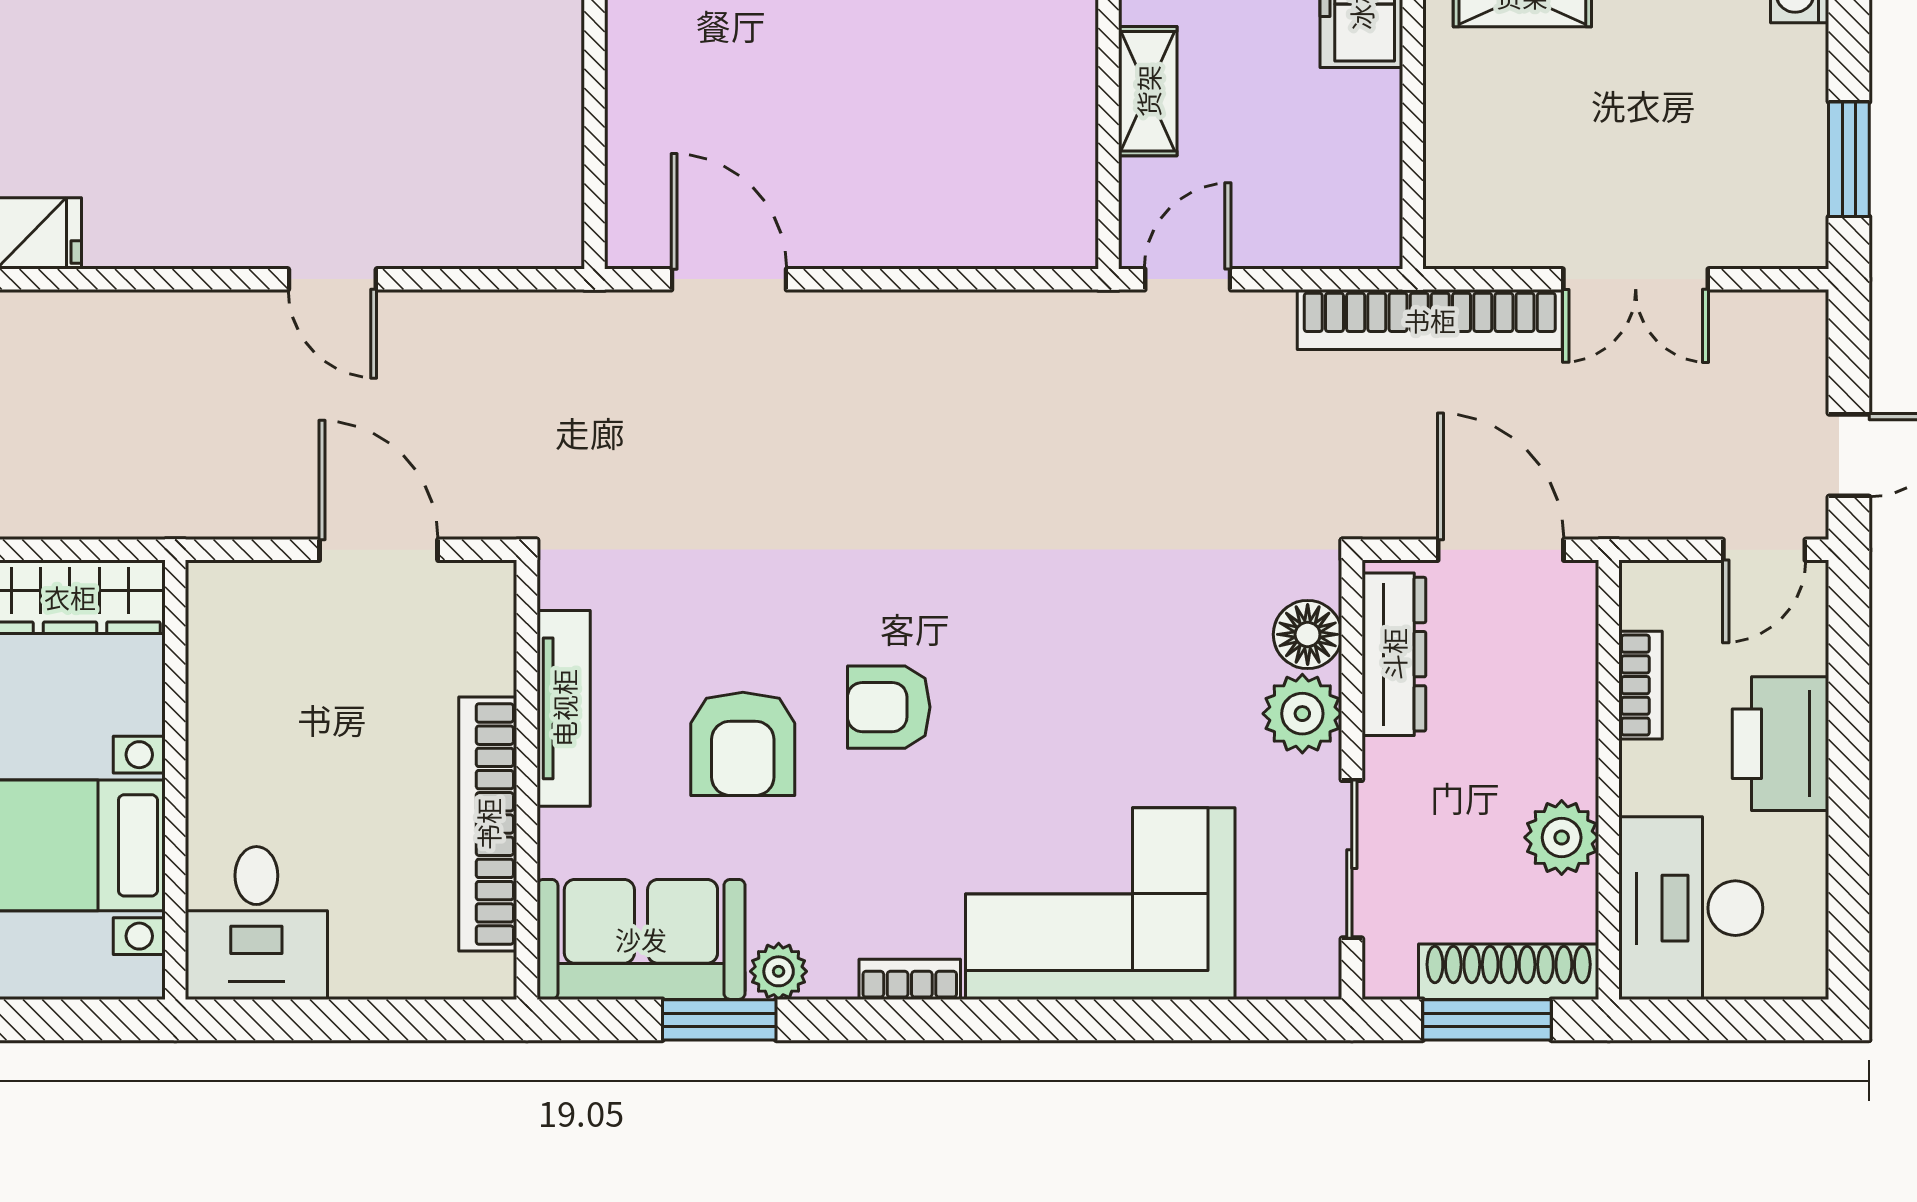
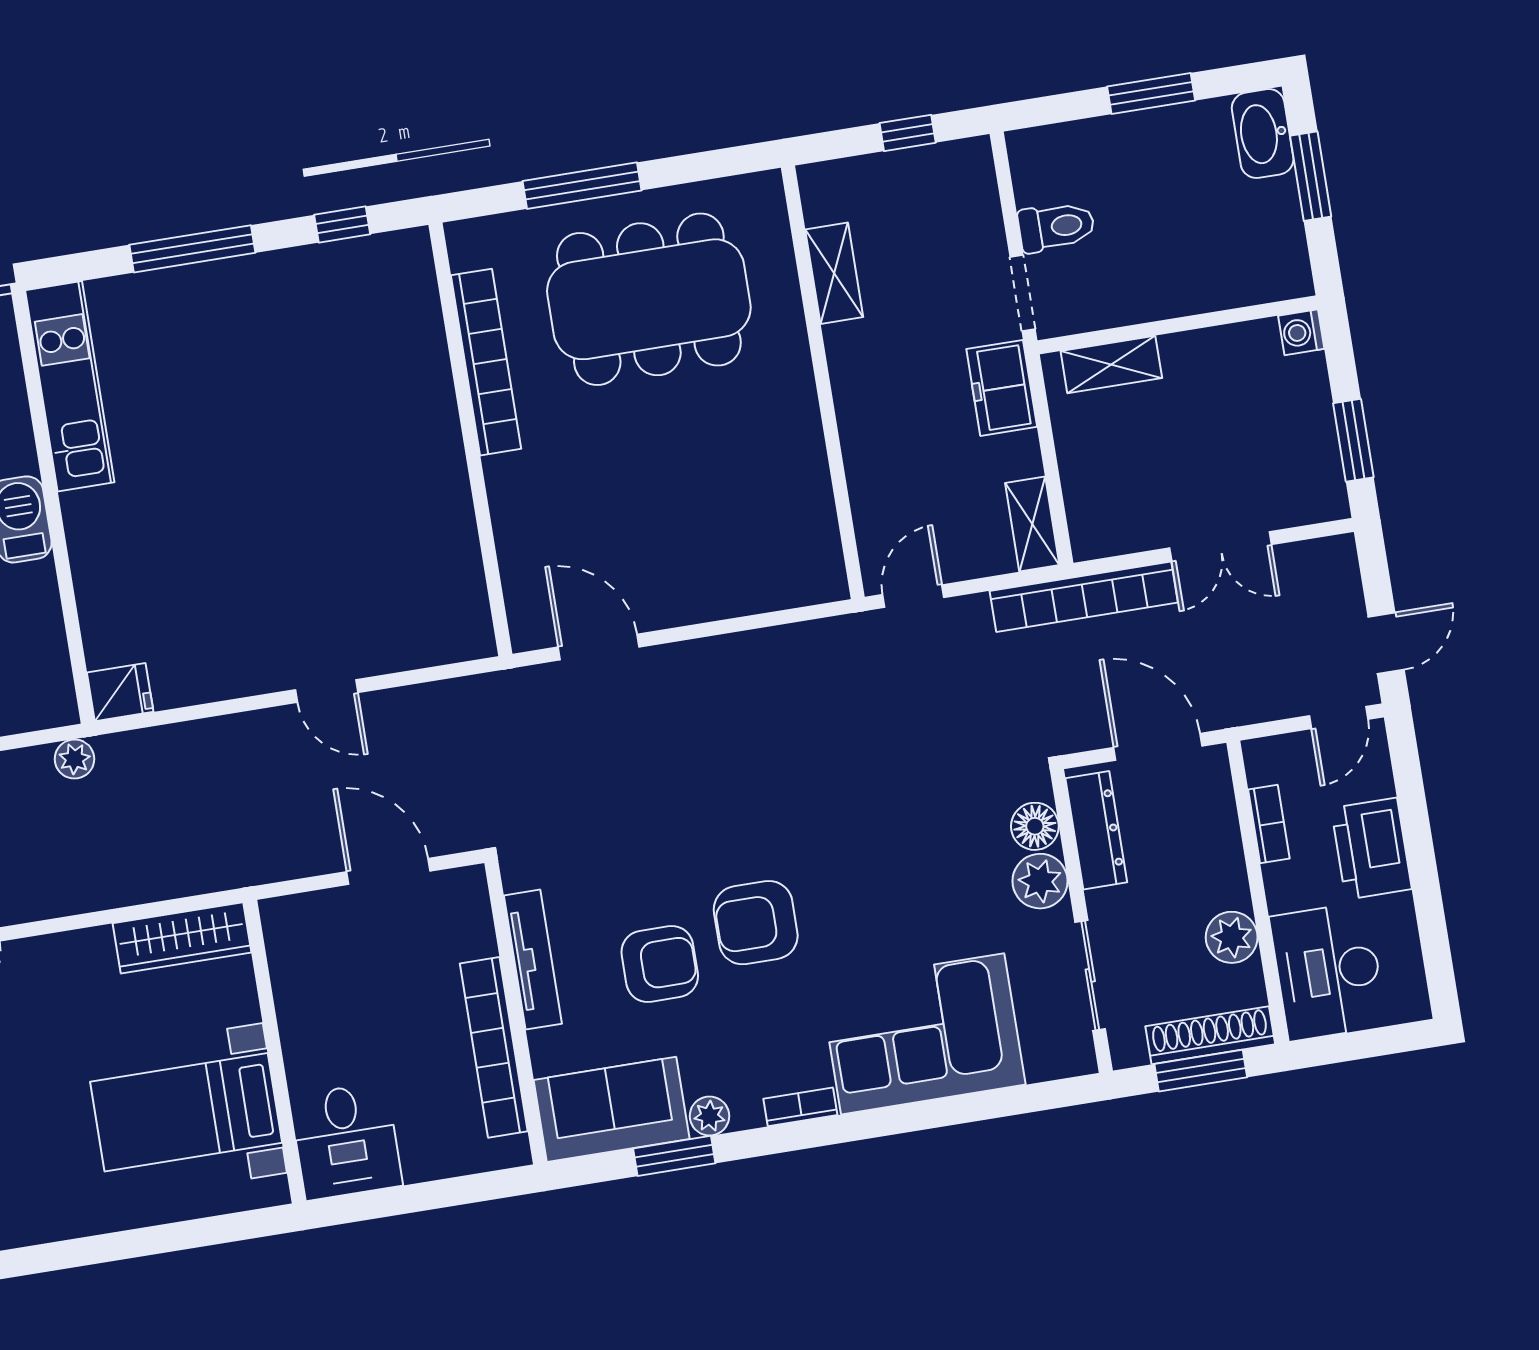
shelving: (1148, 91) -> (1032, 524), moved
armchair: (889, 707) -> (756, 923), width x1.38, depth x1.38
armchair: (743, 744) -> (660, 964), turned -90

